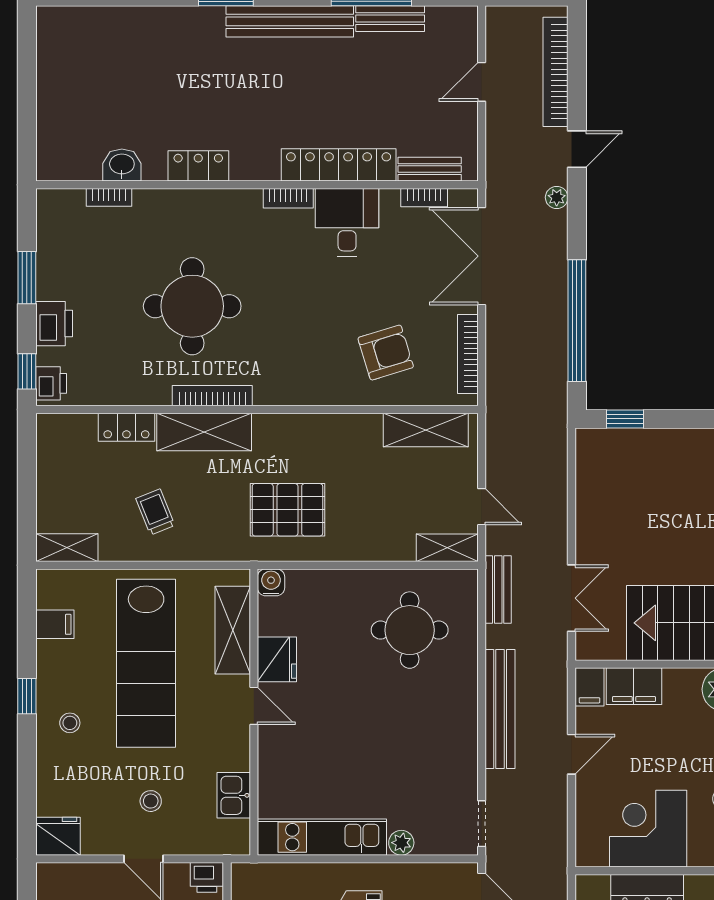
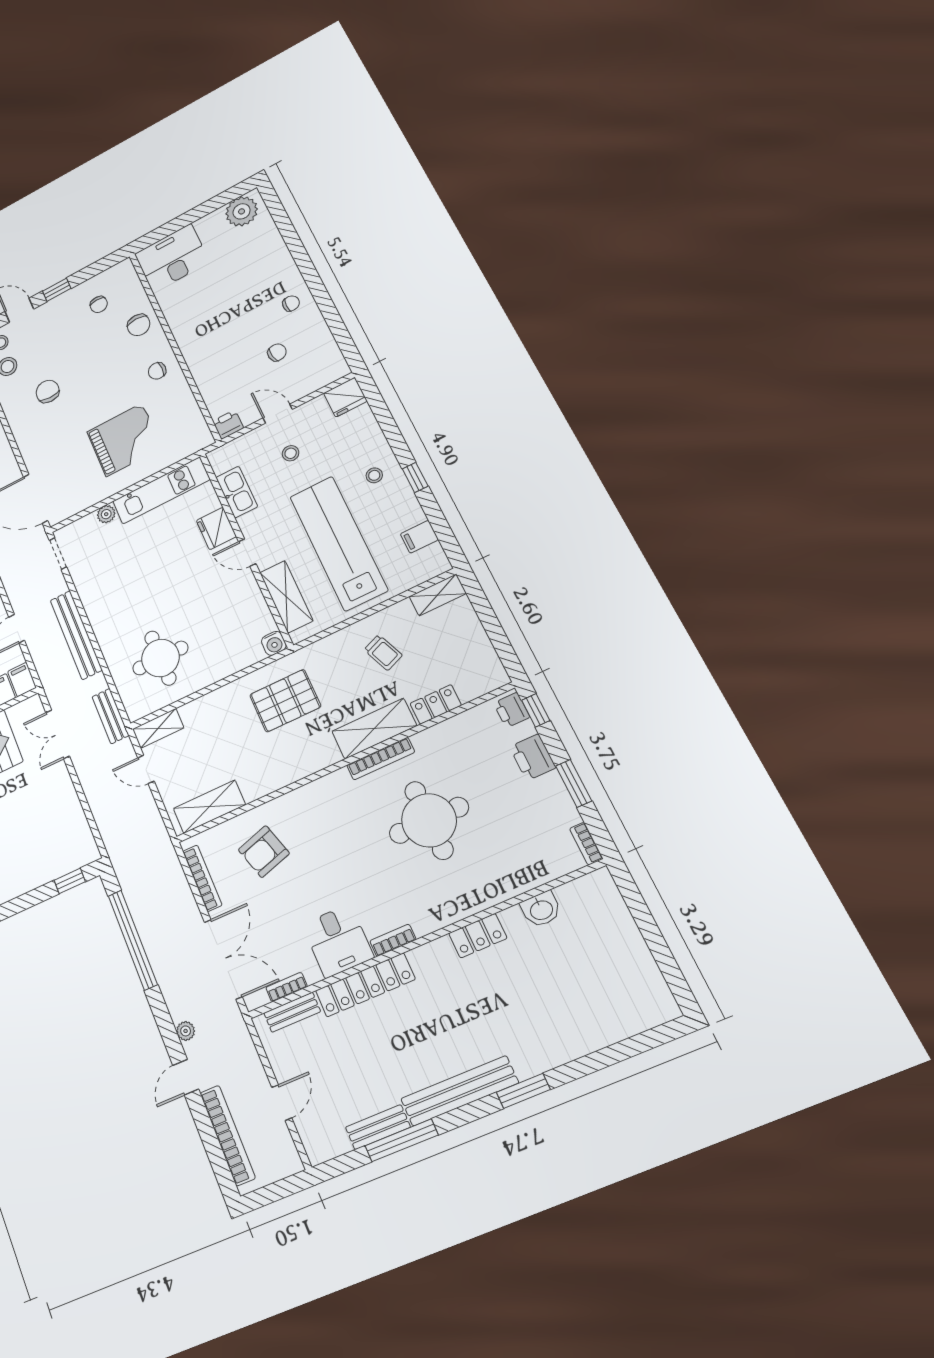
bookcase: (109, 197) -> (586, 844), moved, turned -90
fridge: (277, 659) -> (216, 529), moved
kitchen sink: (234, 795) -> (237, 492), width x1.38

